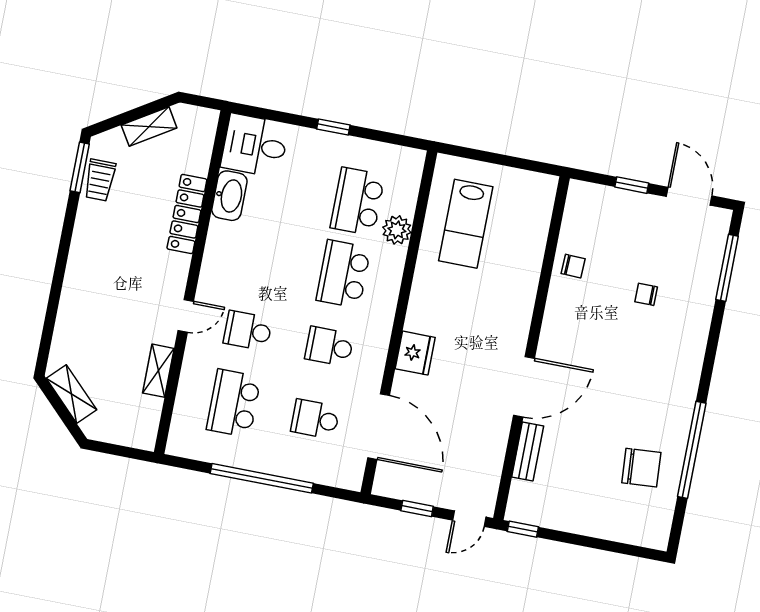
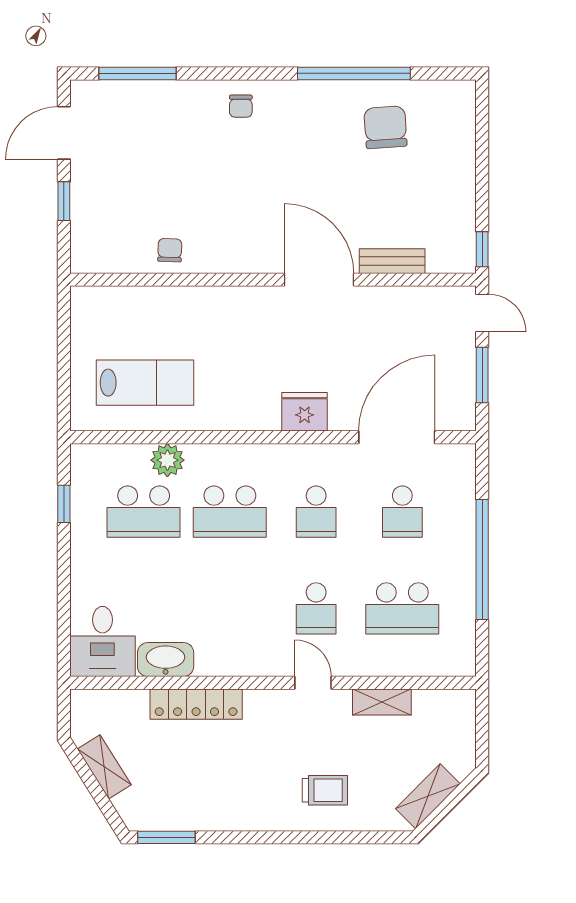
window: (333, 127) -> (64, 504), moved
trolley: (100, 180) -> (325, 790), moved
chair: (646, 294) -> (241, 106), moved
window: (417, 509) -> (482, 375), width x1.50

